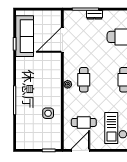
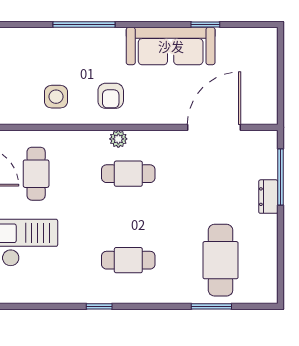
sofa: (25, 36) -> (171, 46), moved
door: (62, 40) -> (214, 127), hinge flipped
armchair: (48, 88) -> (111, 96), added

